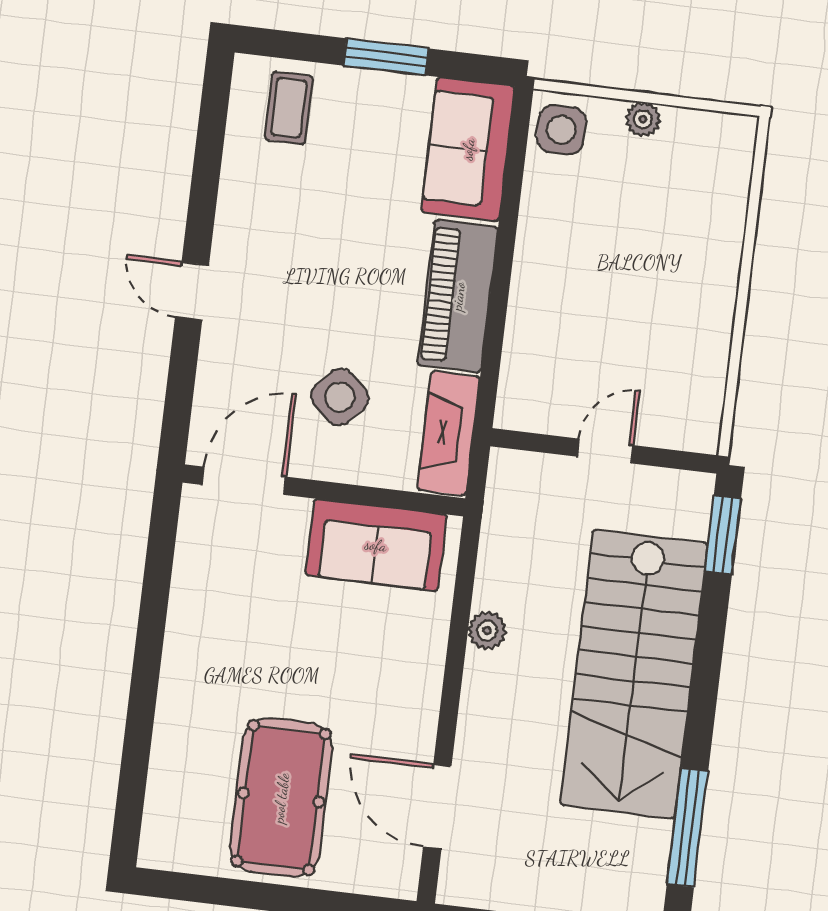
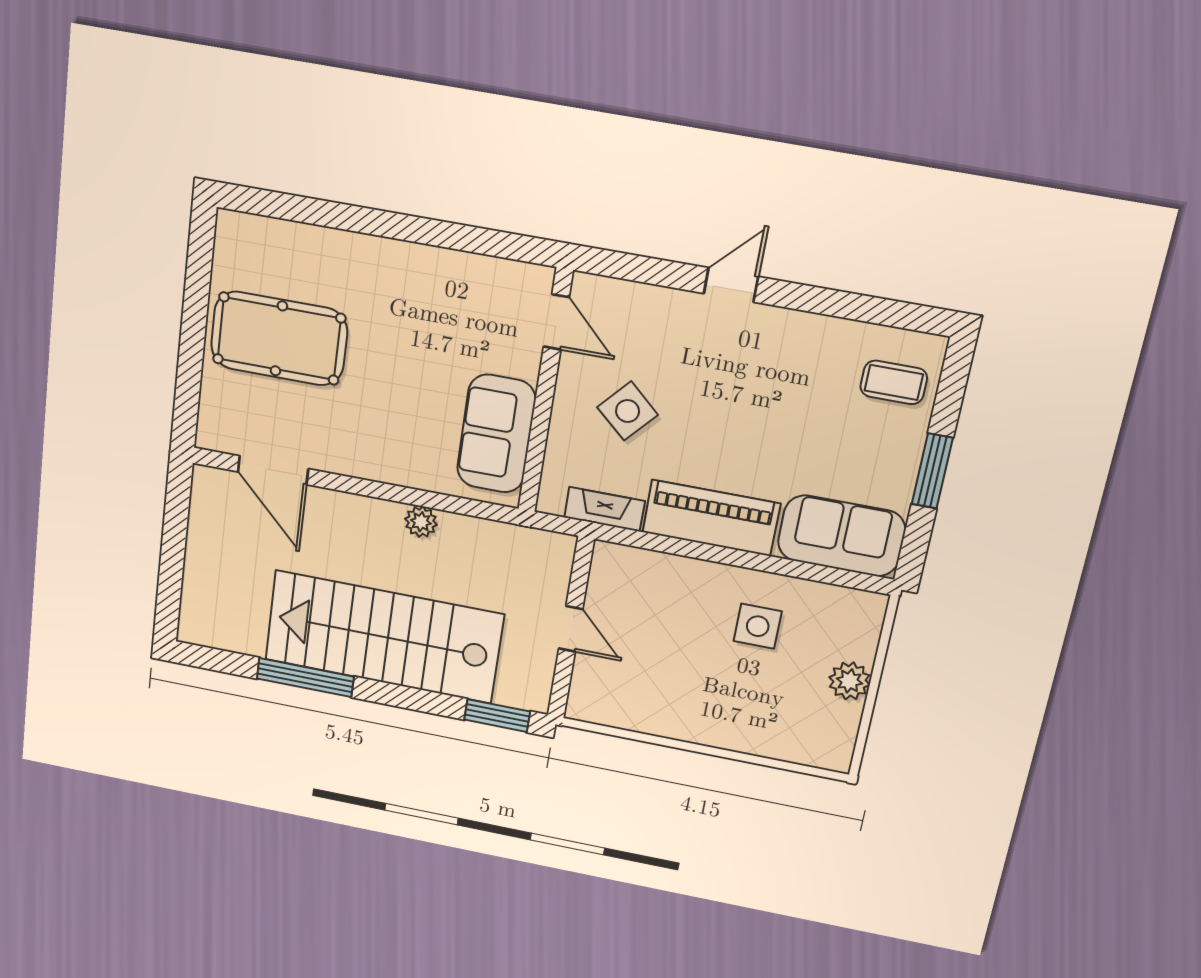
plant: (643, 119) -> (849, 681), width x1.38, depth x1.38
side table: (561, 130) -> (758, 626), moved
fireplace: (448, 433) -> (604, 509), width x0.73, depth x0.76
door: (244, 481) -> (556, 322), width x0.73
door: (437, 807) -> (273, 470), swing flipped
window: (687, 828) -> (305, 678), moved

